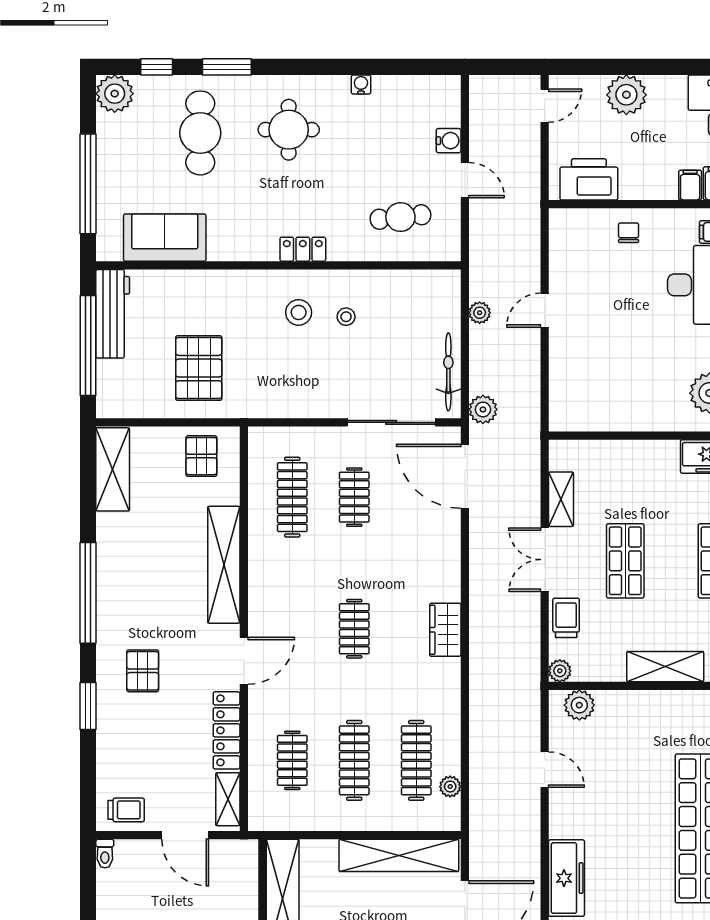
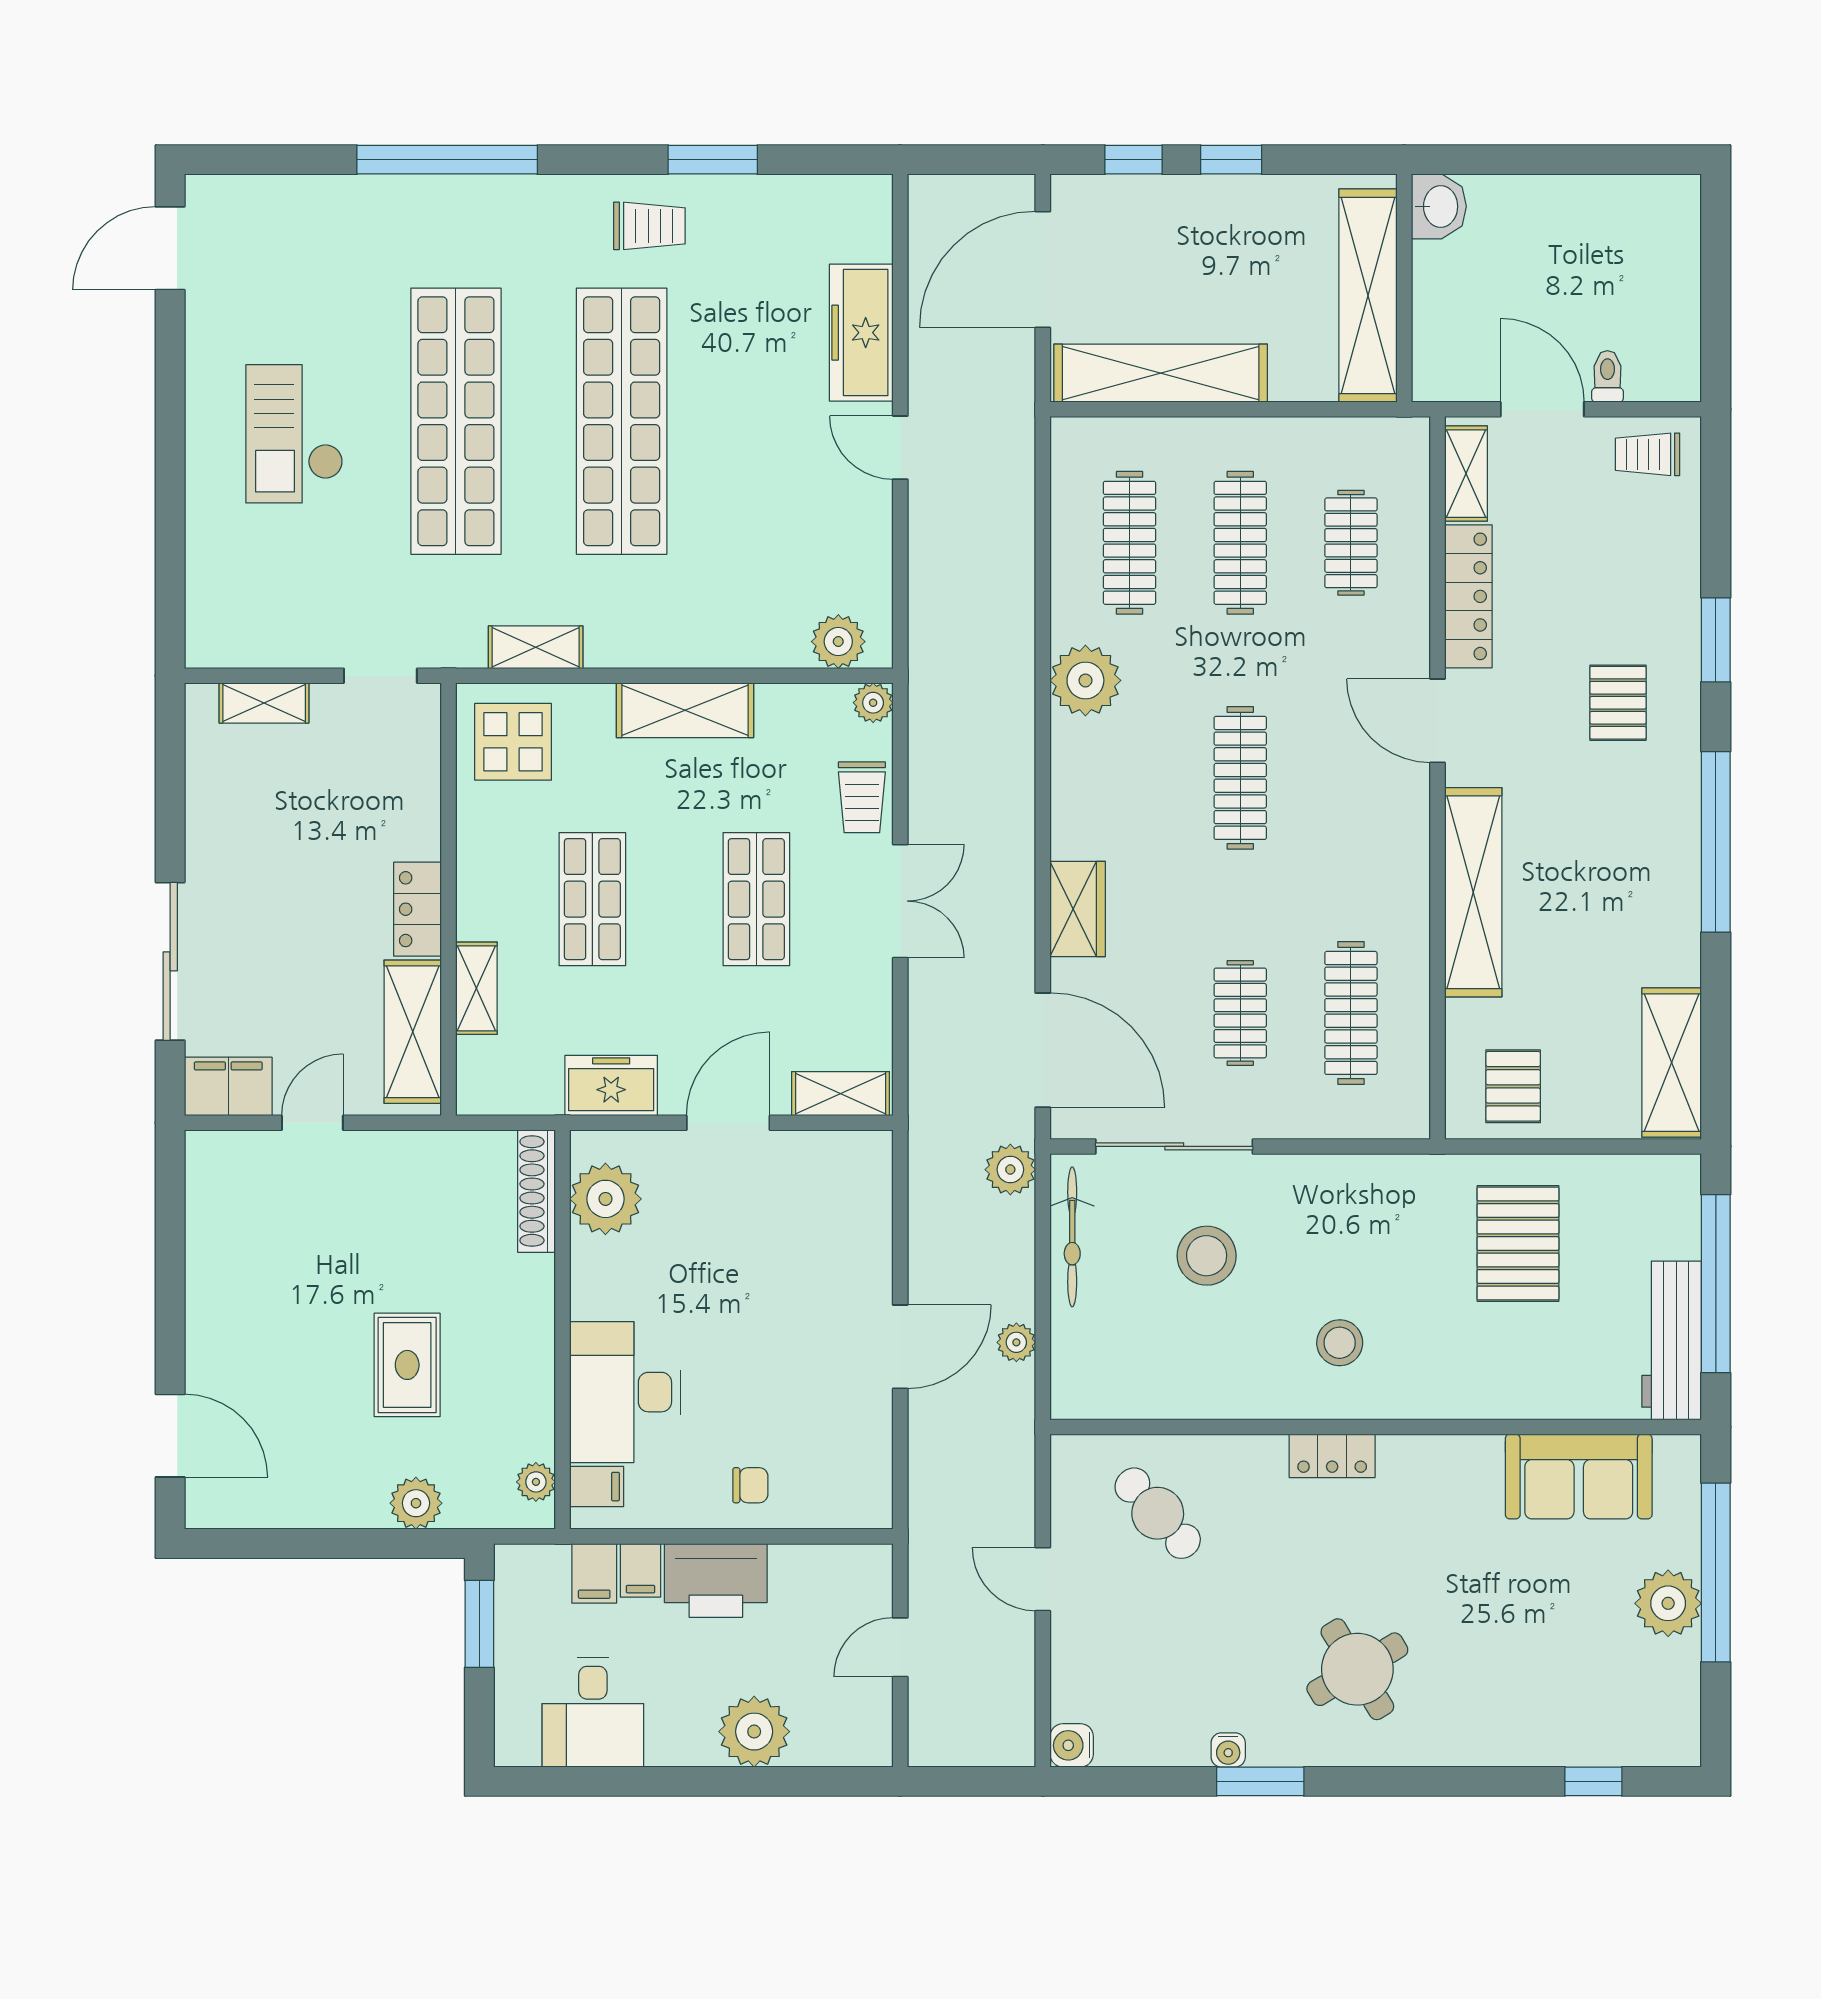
window: (227, 67) -> (1260, 1781), moved
plant: (115, 94) -> (1668, 1603), moved
door: (545, 106) -> (900, 1647), moved
round table: (289, 130) -> (1357, 1669), turned -31
cafe table: (200, 133) -> (1515, 1663), removed
water cooler: (449, 141) -> (1072, 1745), moved
printer: (589, 179) -> (716, 1580), moved
cafe table: (400, 217) -> (1158, 1513), turned 54
chair: (629, 233) -> (750, 1485), turned -90
door: (545, 310) -> (900, 1347), width x1.38
stool: (346, 317) -> (1207, 1256), moved, width x1.89, depth x1.89
door: (641, 436) -> (728, 1123), added
shelving: (561, 499) -> (841, 1094), moved, turned 90
clothes rail: (354, 629) -> (1240, 778), width x1.36
wardrobe: (445, 630) -> (1078, 909), moved
door: (244, 661) -> (1438, 721), hinge flipped
door: (545, 770) -> (900, 448), moved
plant: (450, 787) -> (1085, 680), moved, width x1.87, depth x1.87
toilet: (105, 854) -> (1607, 376), moved

